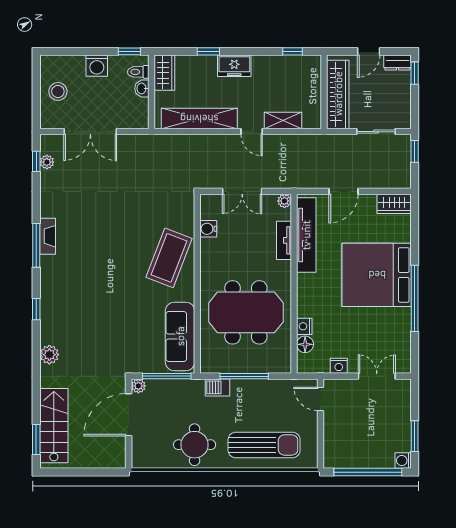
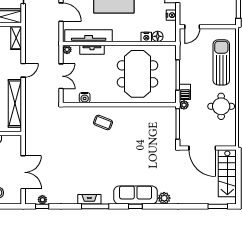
shelving: (283, 121) -> (16, 38), moved
coffee table: (169, 258) -> (103, 122), width x0.54, depth x0.58
sofa: (180, 336) -> (136, 195), moved, turned 180
plant: (138, 386) -> (184, 105), moved
stairs: (54, 426) -> (227, 173), moved, turned -90

